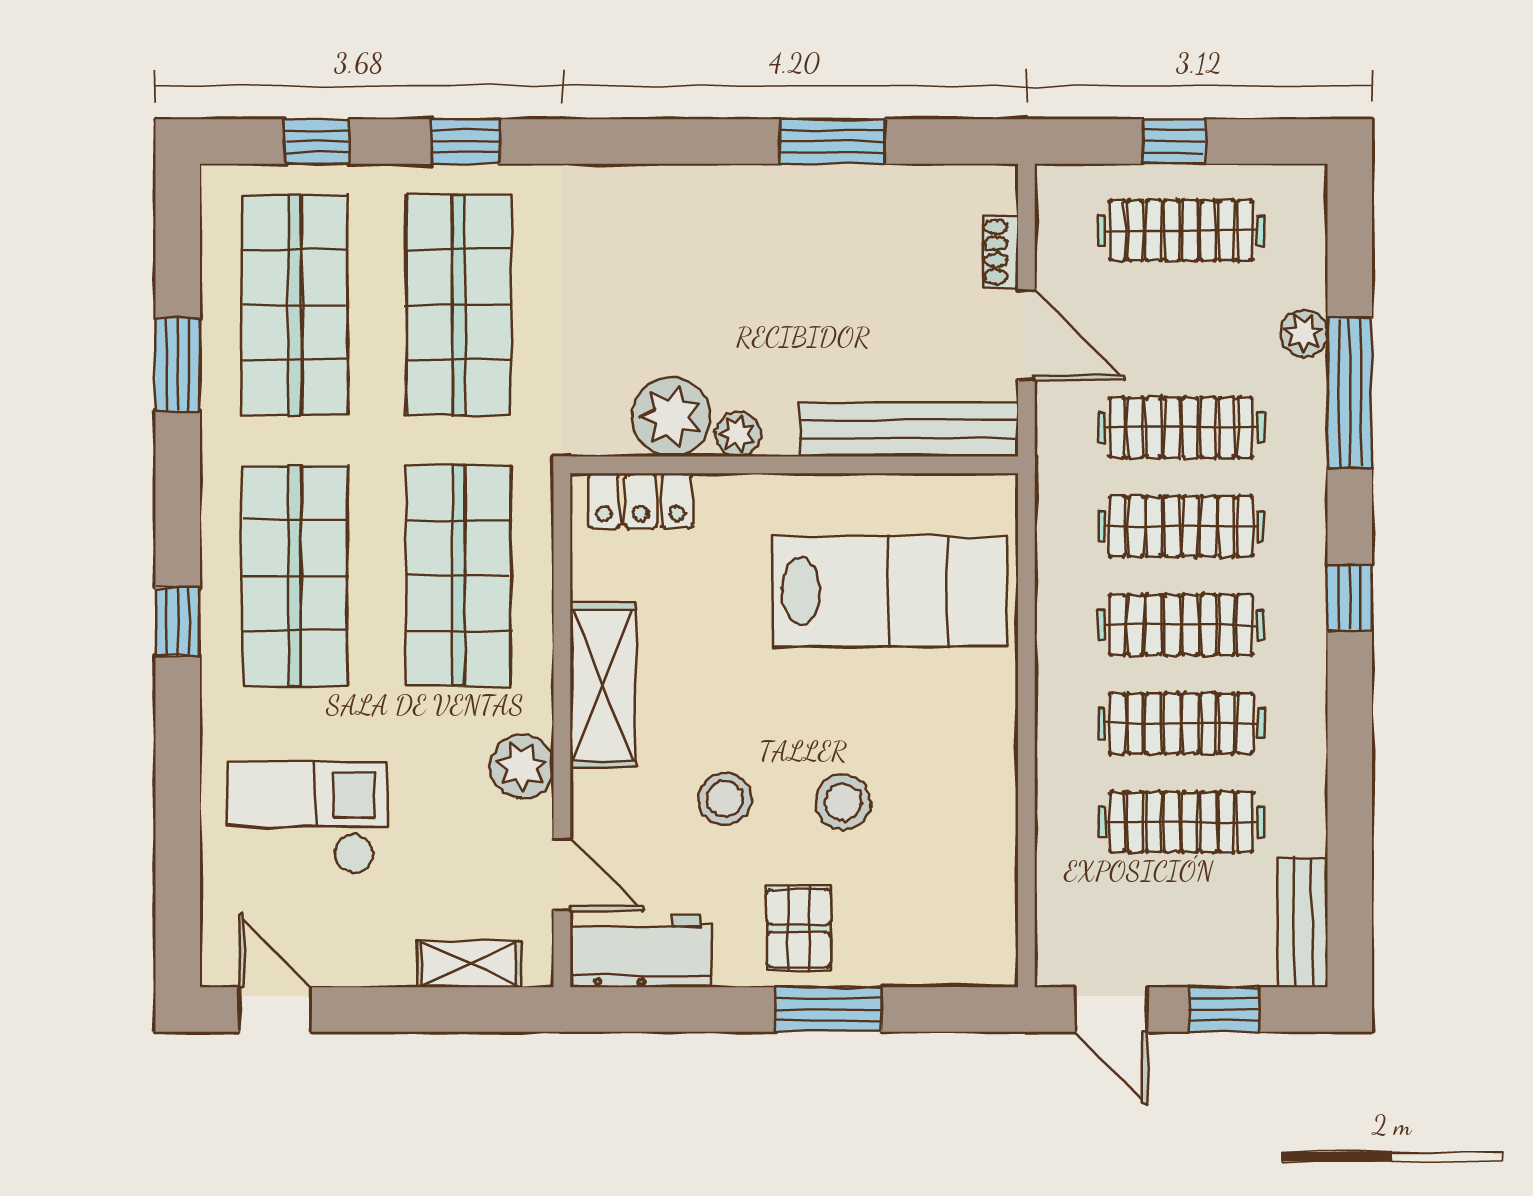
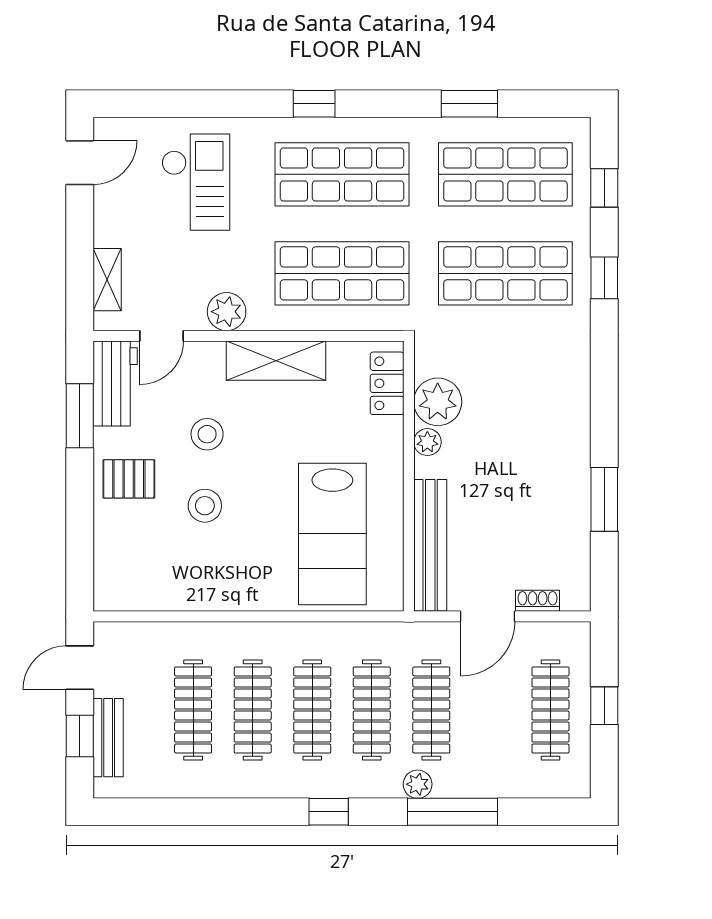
plant: (1304, 333) -> (418, 784), moved
bench: (1303, 922) -> (108, 738), moved, turned 90
window: (829, 1009) -> (80, 416), moved

